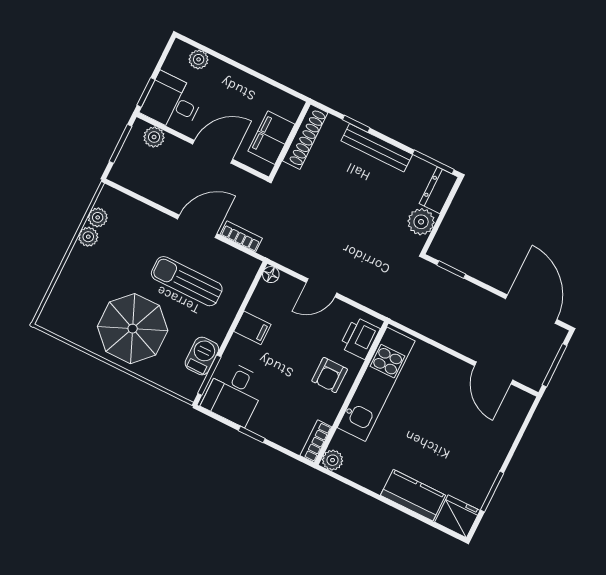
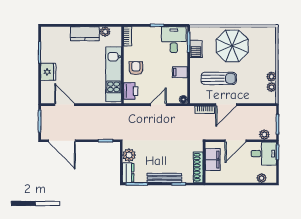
plant: (333, 460) -> (105, 32), moved
kitchen counter: (413, 495) -> (85, 34), moved
fridge: (457, 516) -> (48, 72), moved, turned -90

